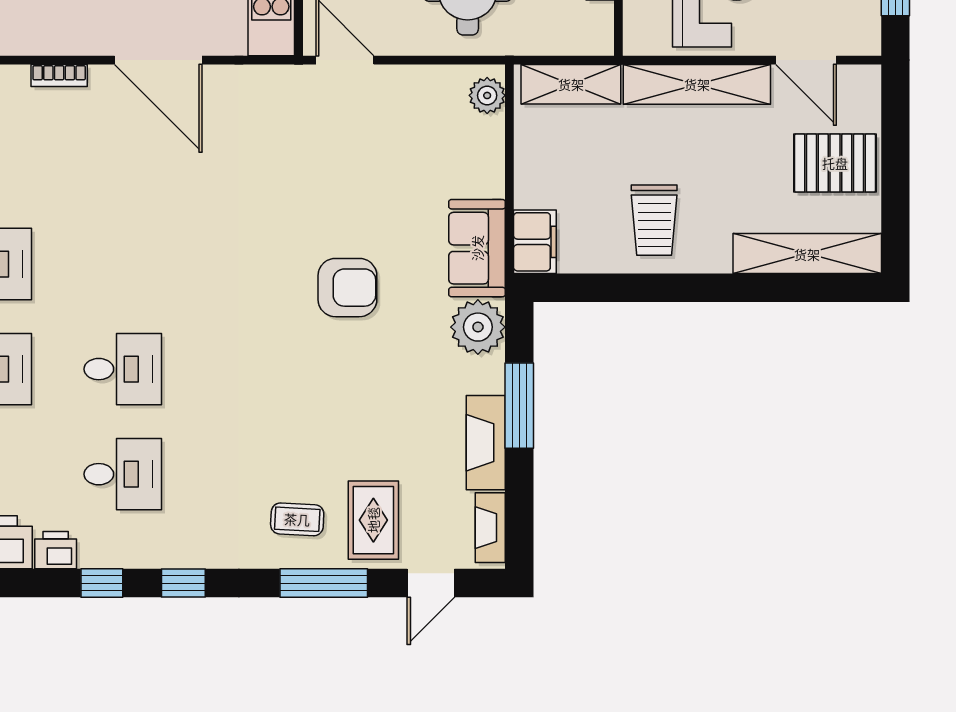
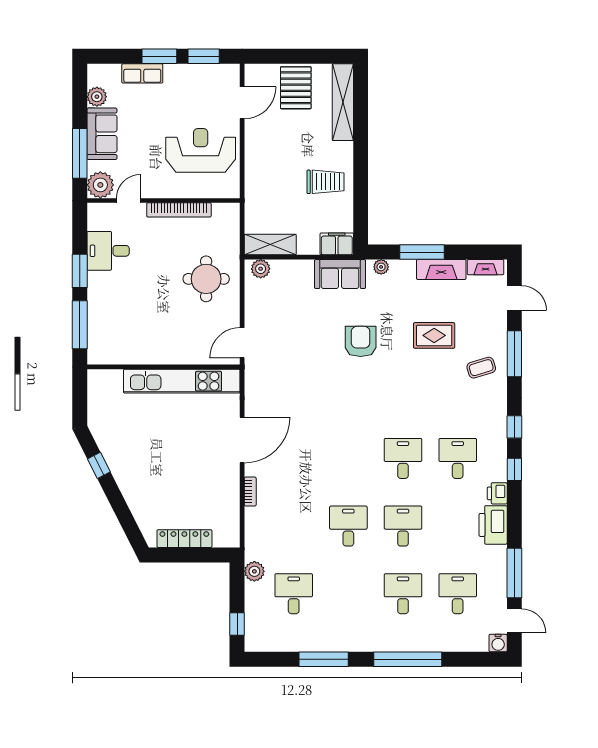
shelving: (571, 84) -> (270, 245), moved, turned 90
shelving: (697, 84) -> (255, 160), removed
plant: (478, 327) -> (381, 267), width x0.53, depth x0.53
coffee table: (297, 519) -> (481, 368), turned 70
rug: (373, 520) -> (434, 335), moved

